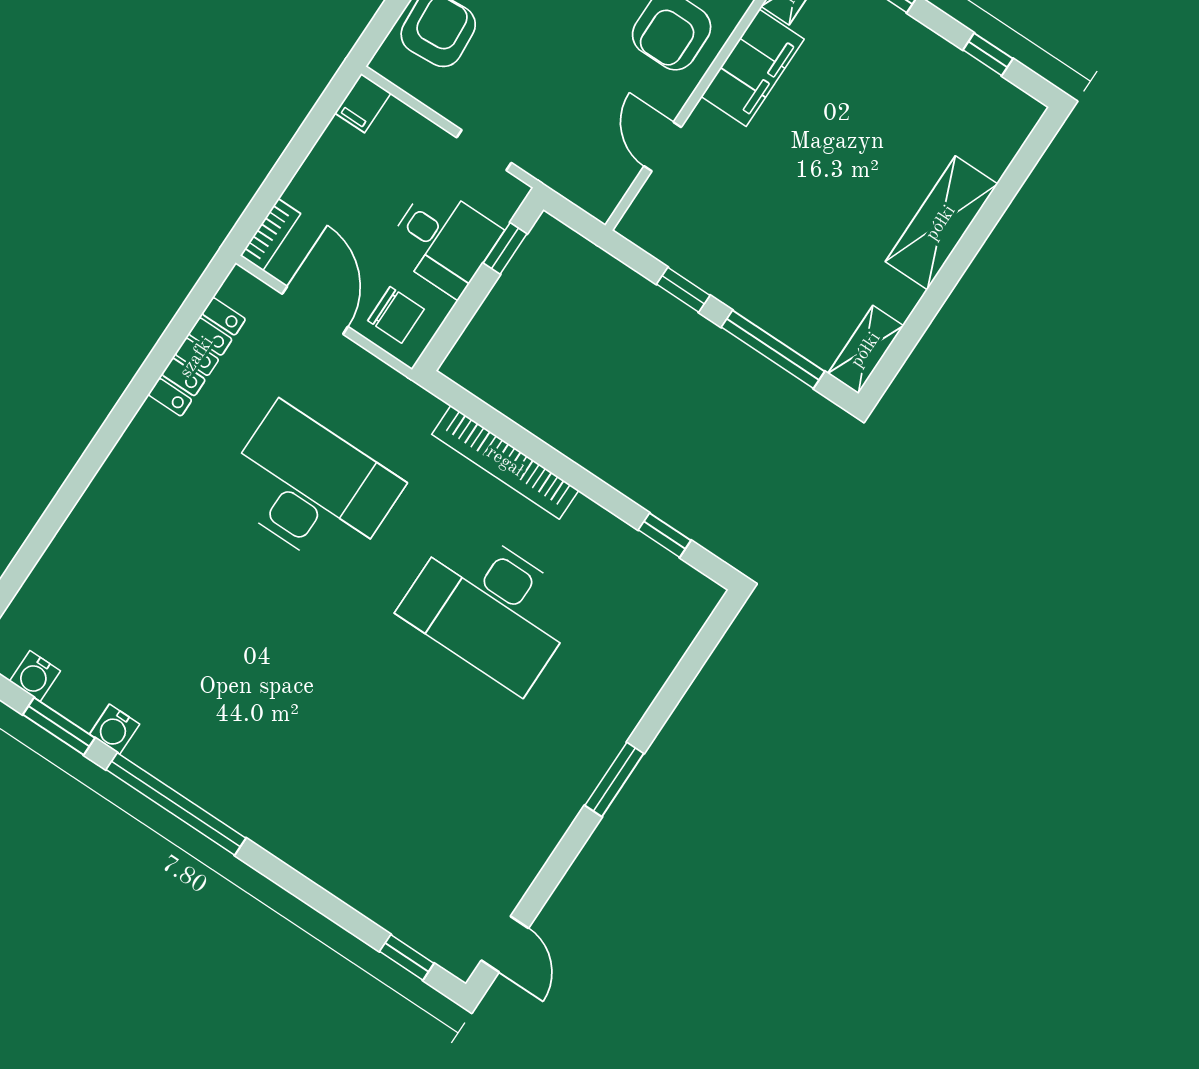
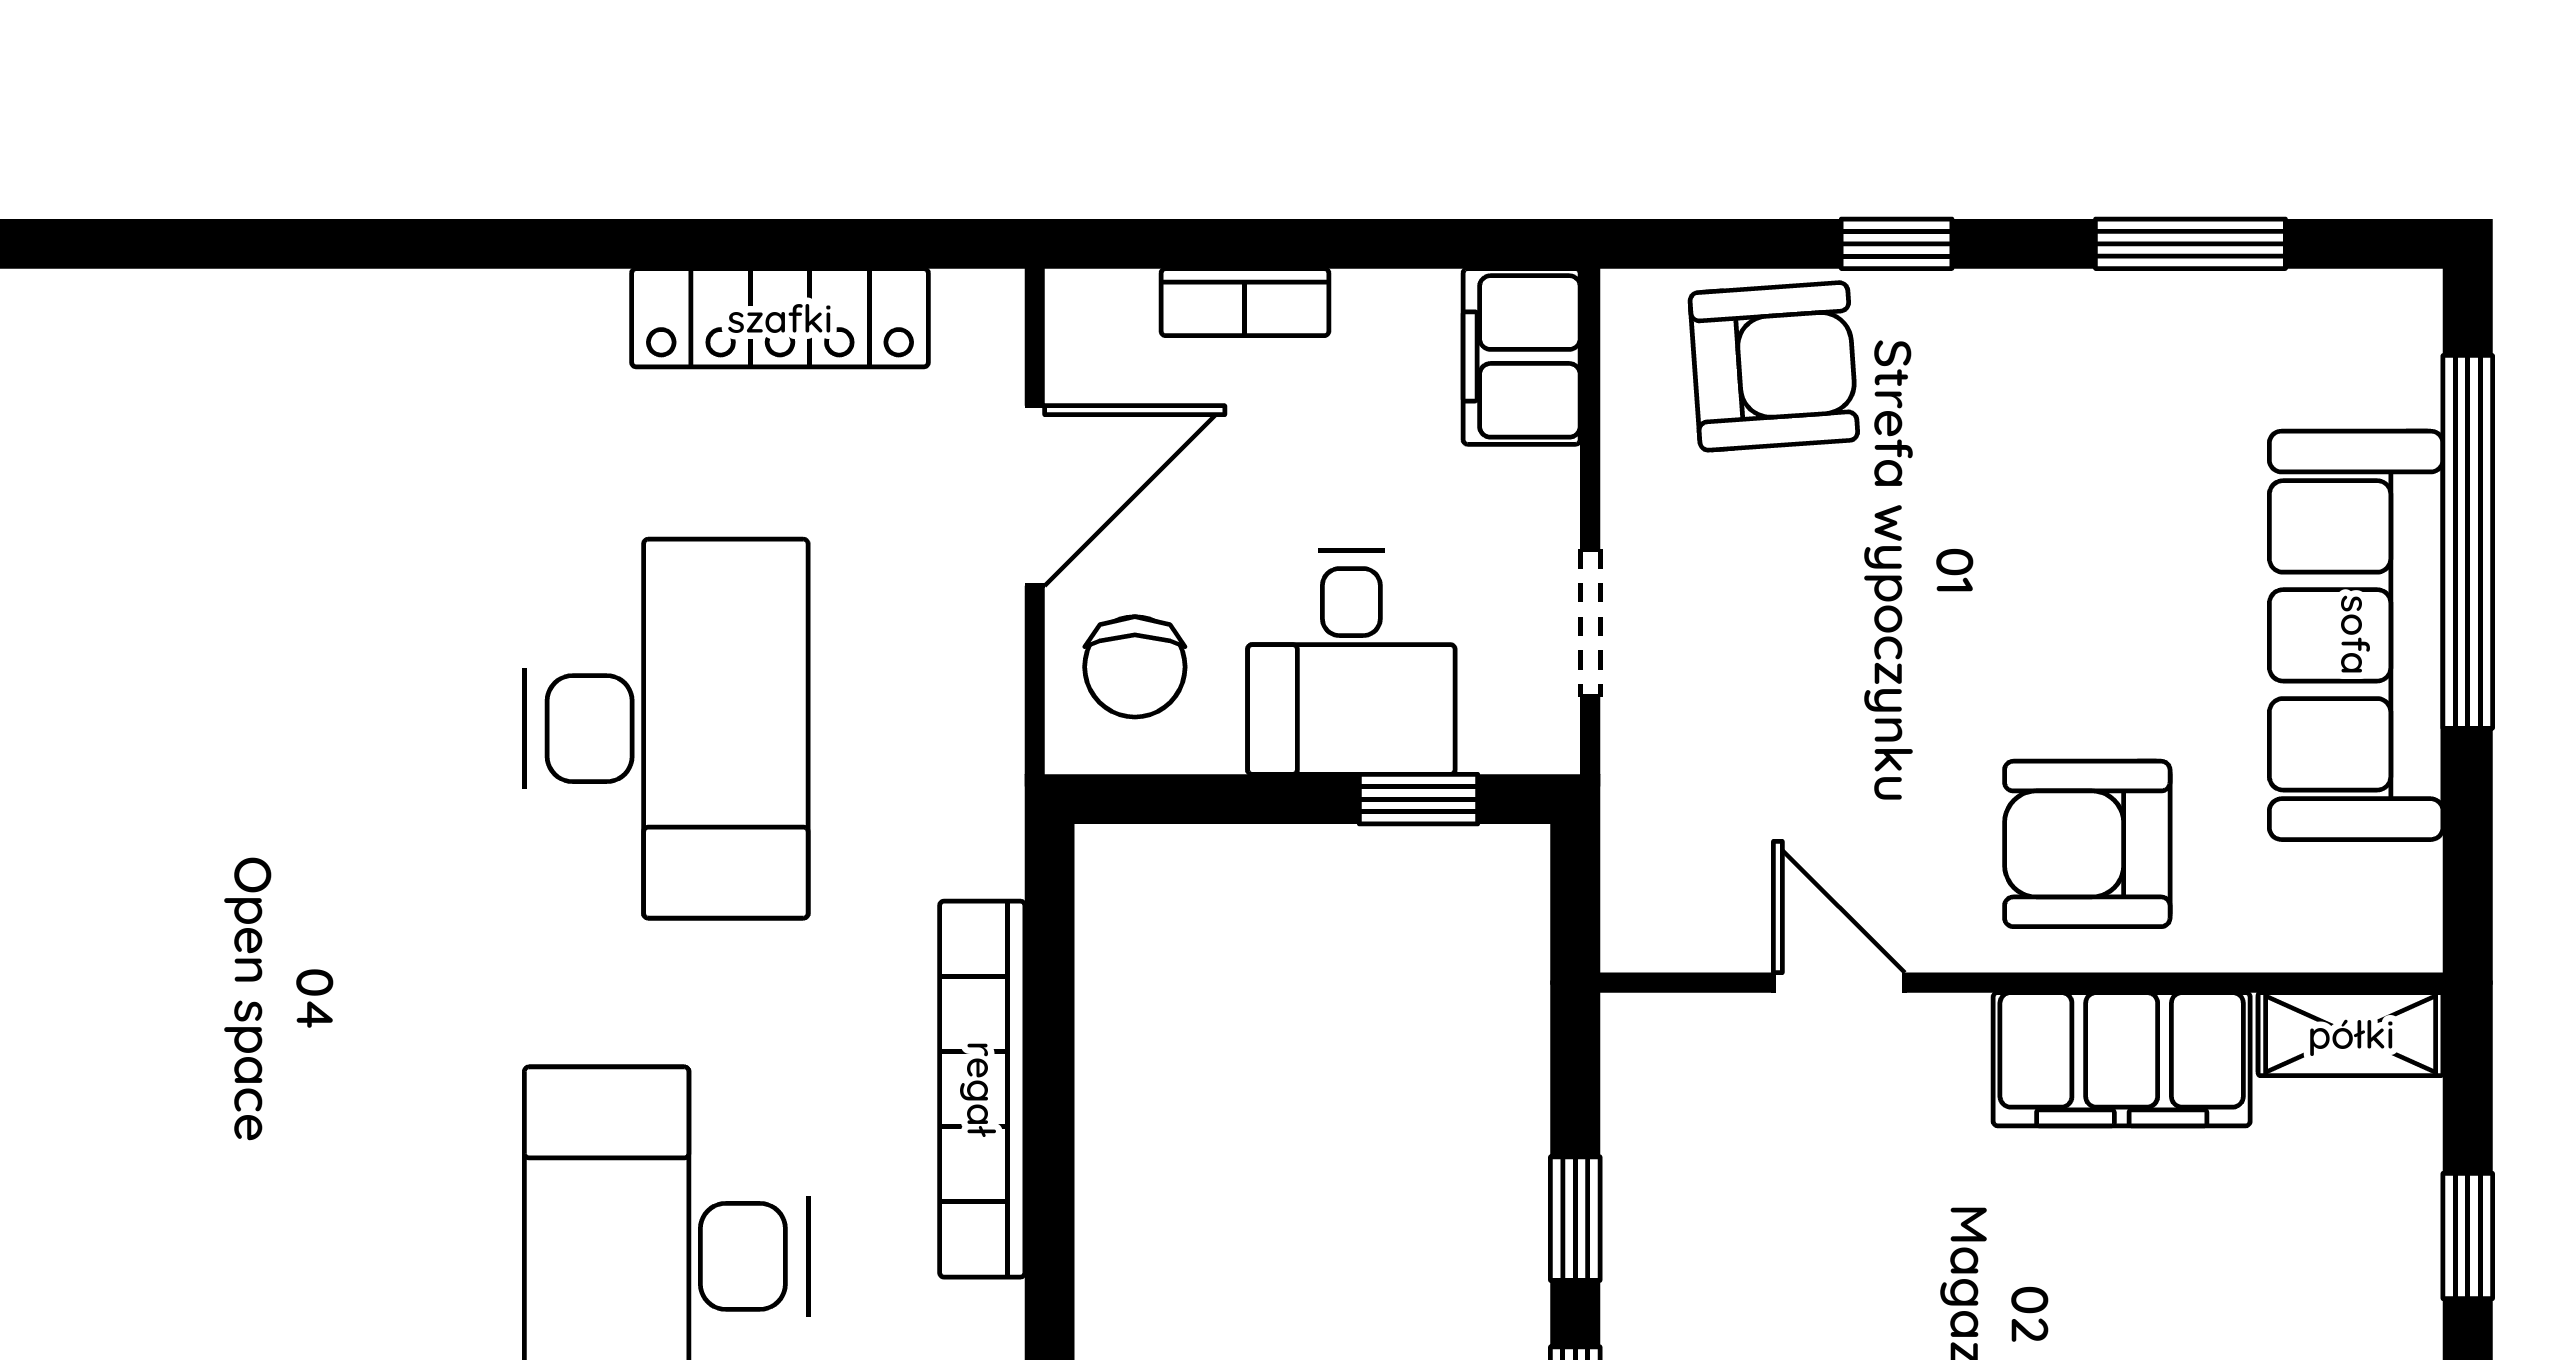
filing cabinet: (363, 103) -> (1522, 356), width x2.00
door: (663, 147) -> (1839, 983), hinge flipped
bookcase: (270, 235) -> (1245, 302), moved

